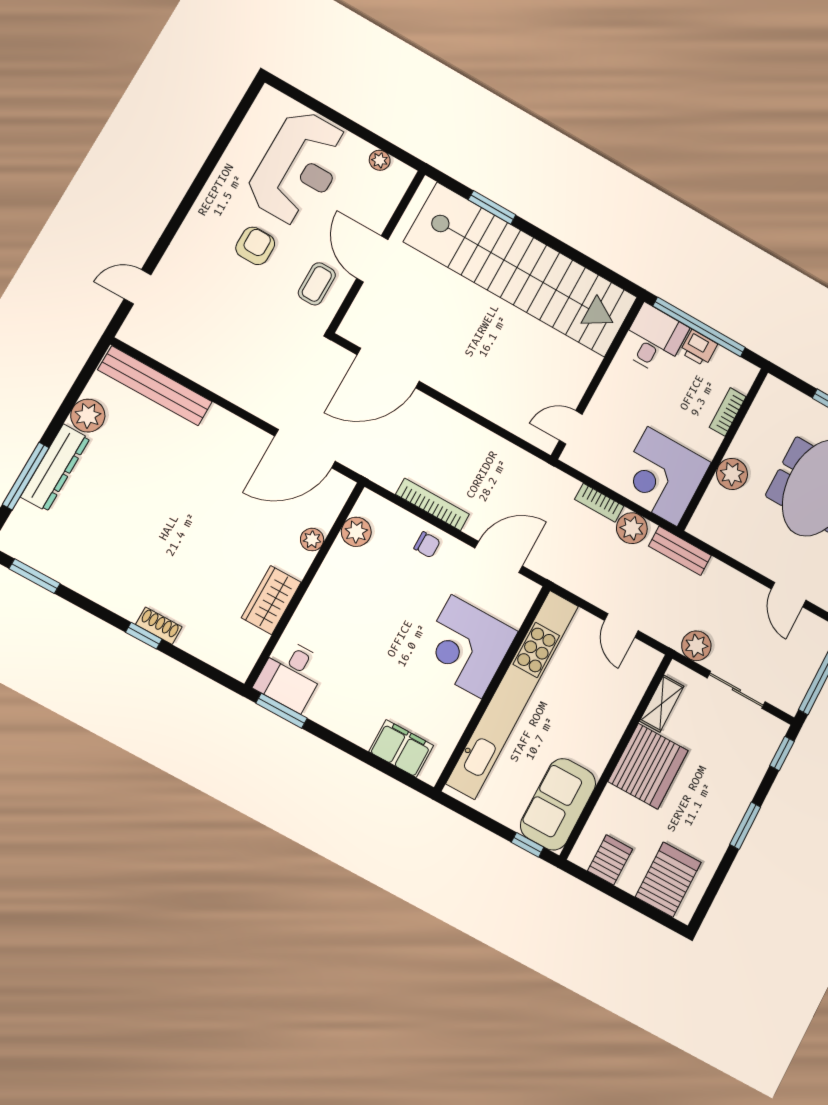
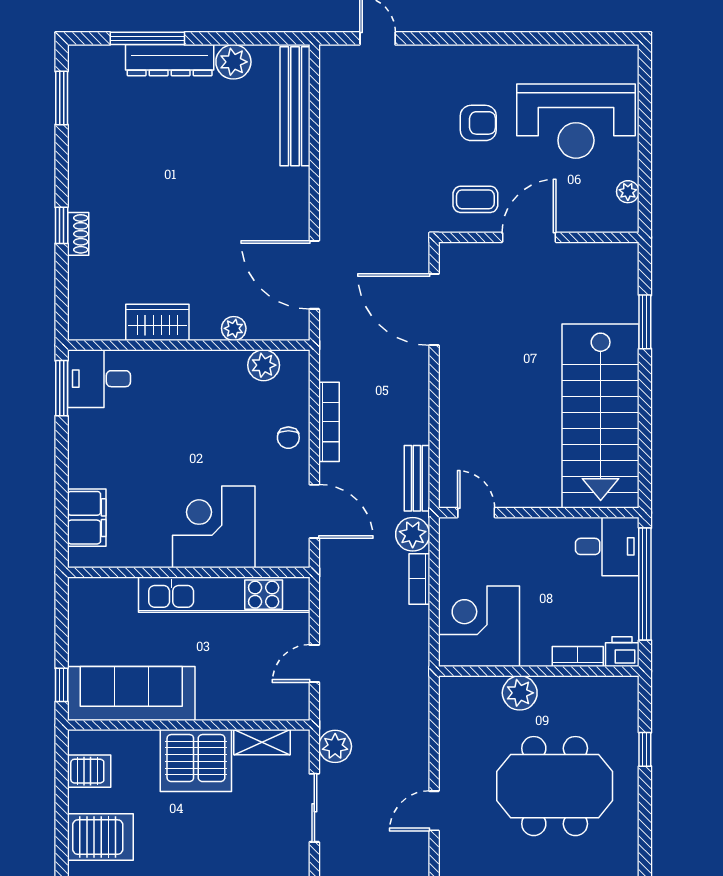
stairs: (521, 270) -> (601, 416), width x0.73
printer: (699, 348) -> (622, 652), moved, turned 90
plant: (632, 528) -> (413, 534), moved
bench: (680, 551) -> (417, 478), moved
kitchen unit: (512, 694) -> (224, 595), width x0.73
sofa: (558, 804) -> (131, 693), width x1.36

